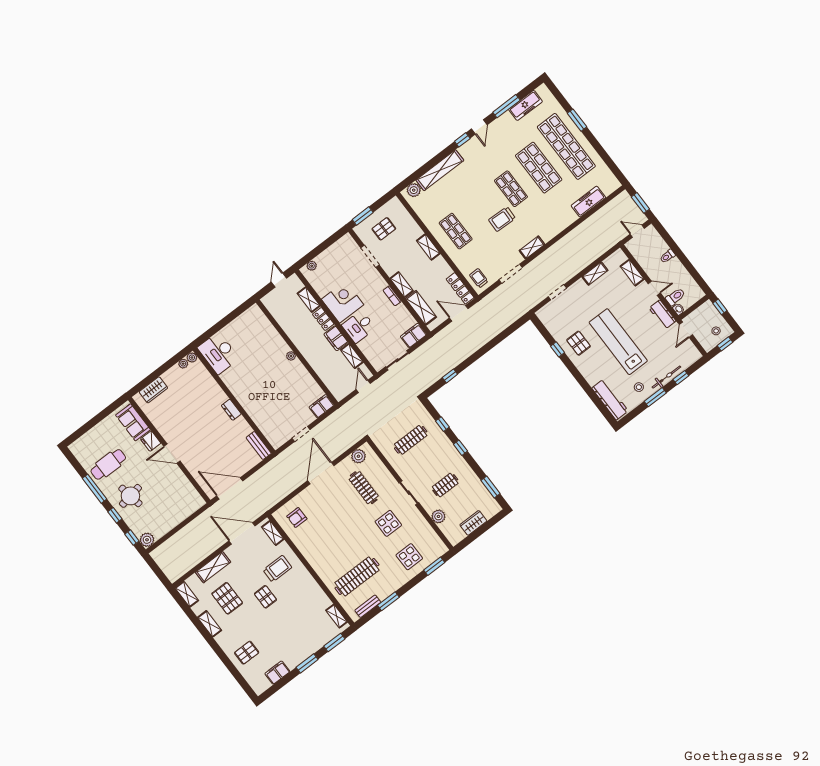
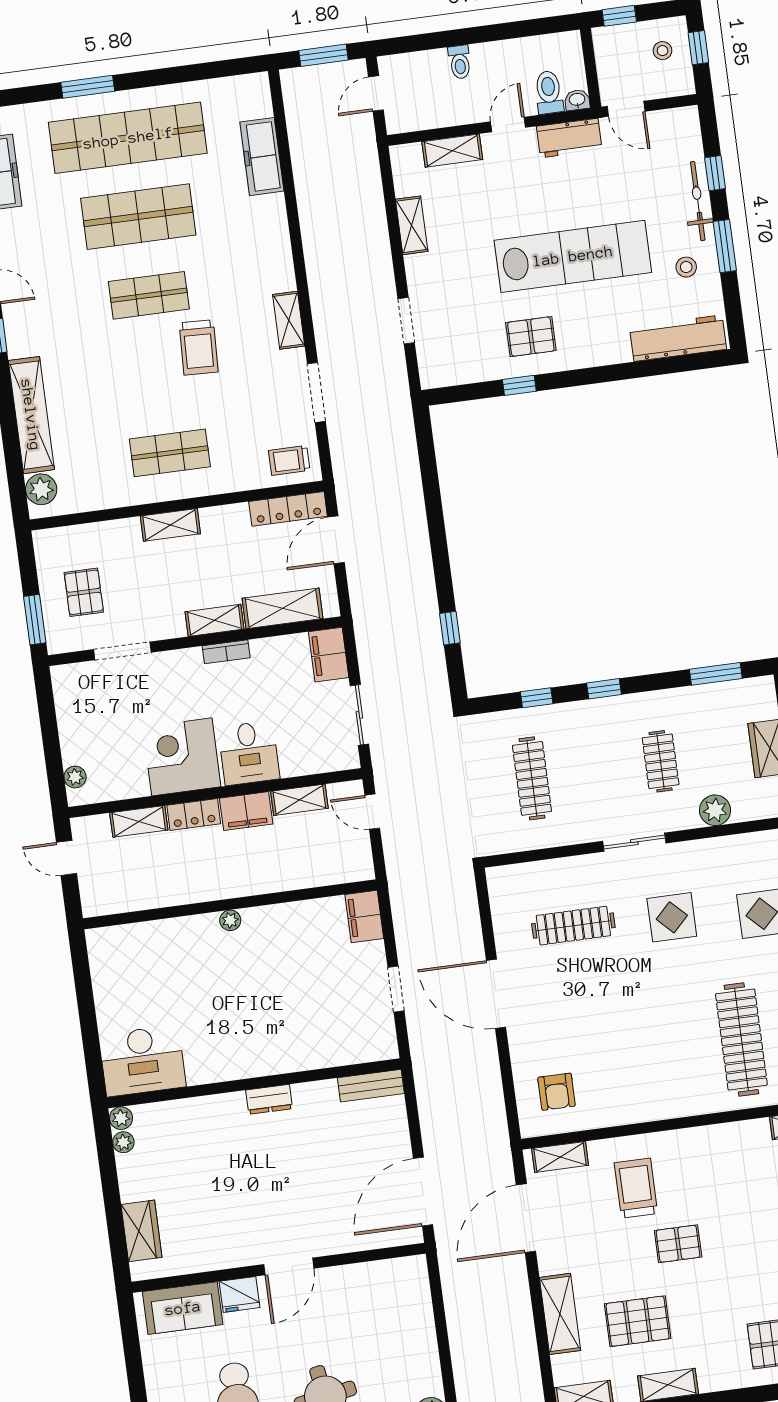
lab bench: (618, 342) -> (573, 256), turned 180
plant: (358, 456) -> (505, 900), removed

